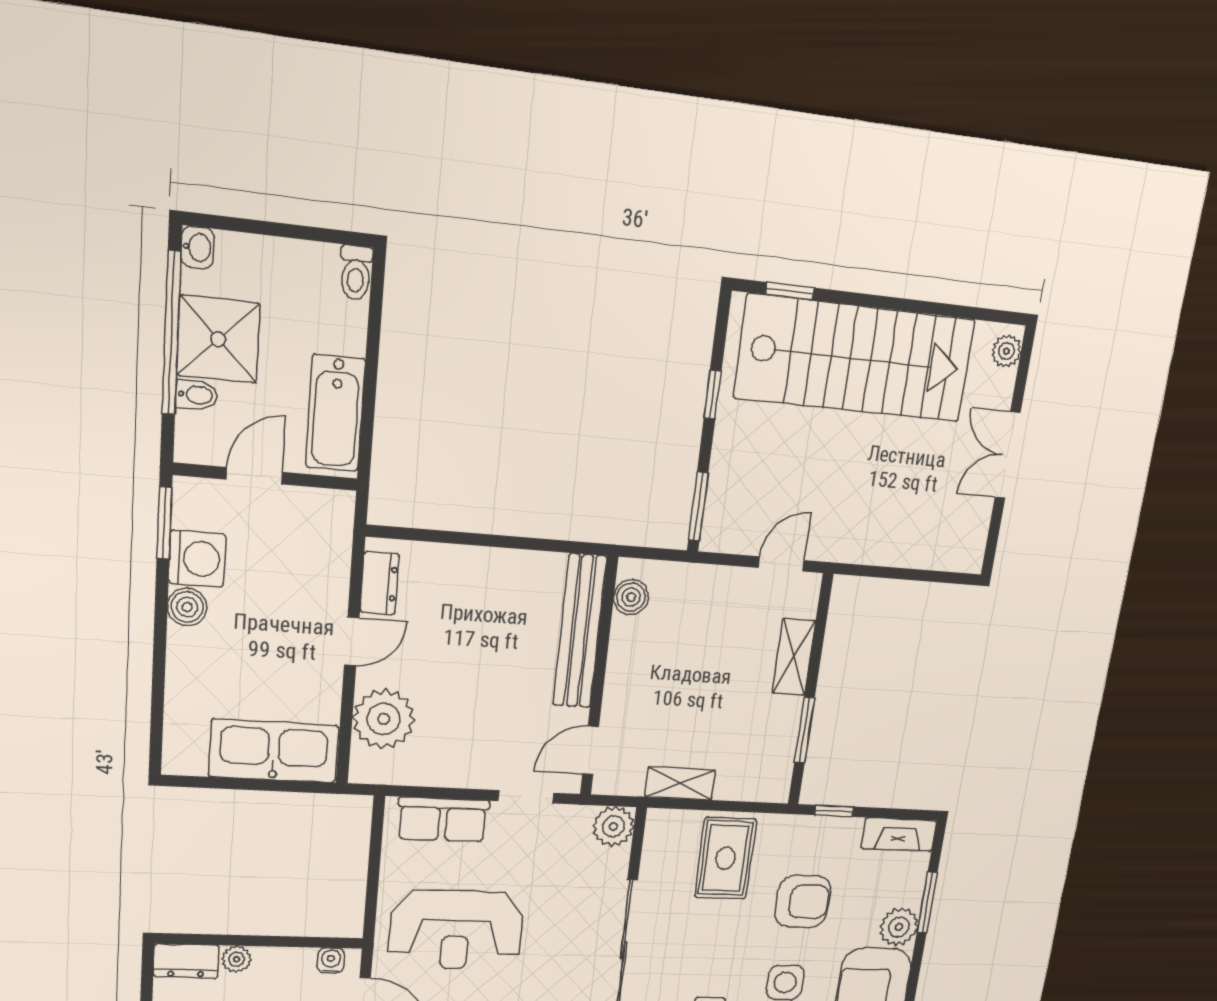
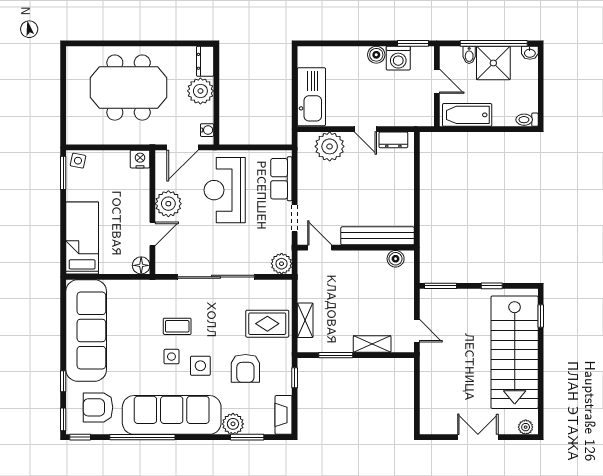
shelving: (680, 783) -> (305, 320), moved
plant: (237, 959) -> (200, 91), width x1.88, depth x1.88

